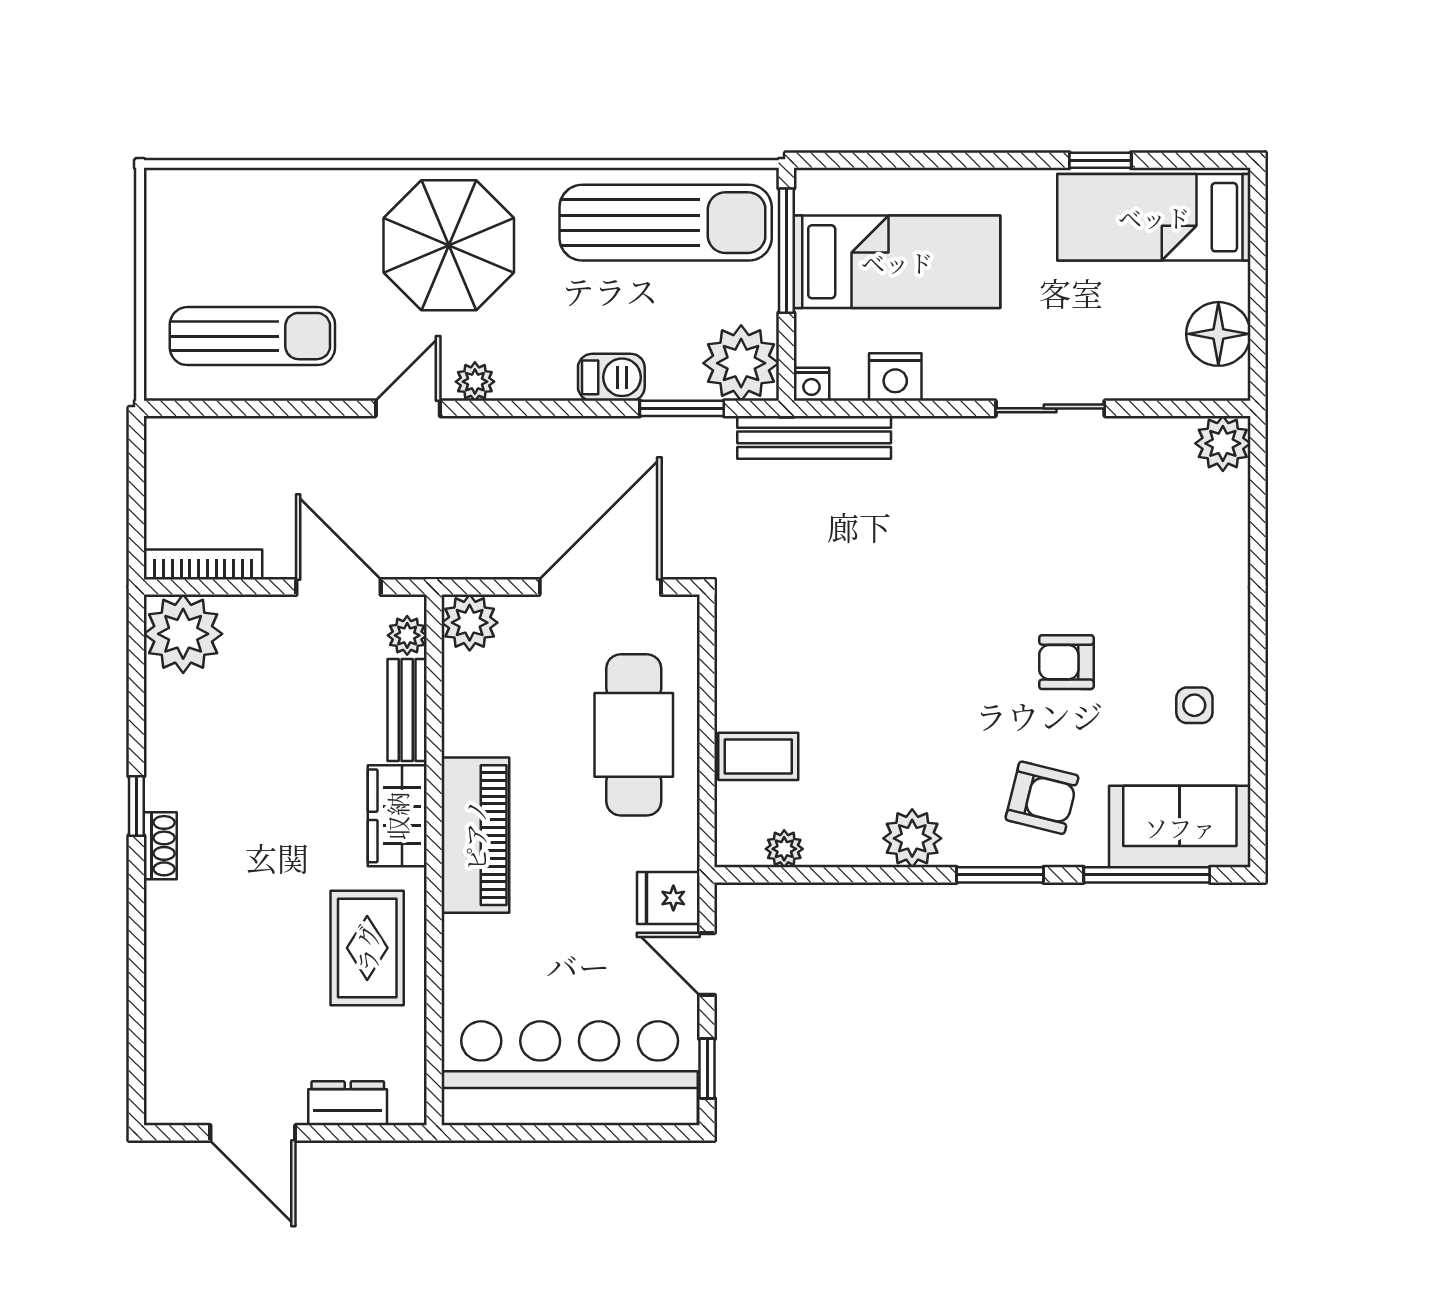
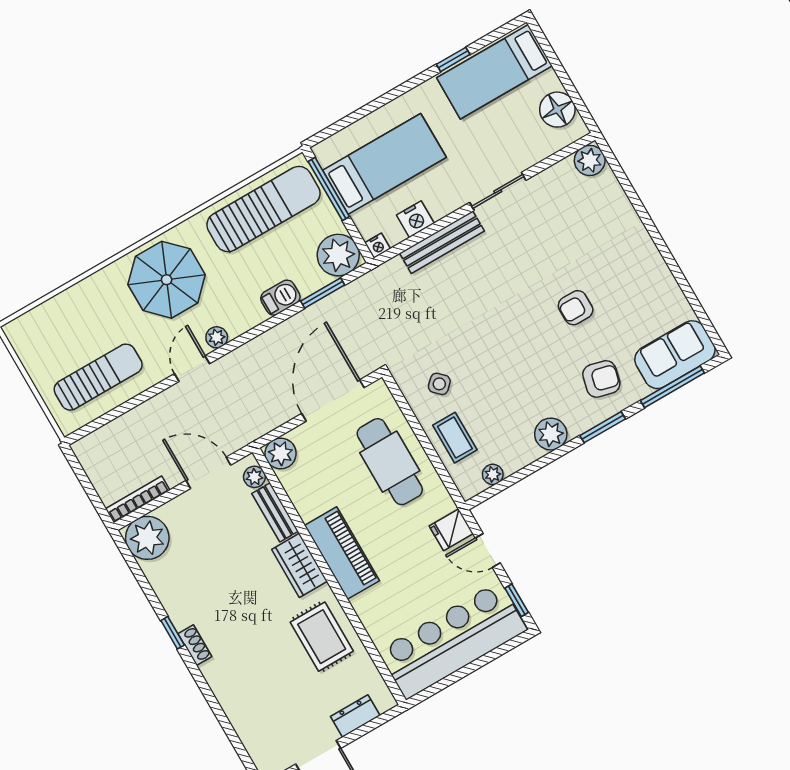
bench: (814, 437) -> (442, 242), moved
side table: (1194, 705) -> (439, 384), moved, turned 45
coffee table: (758, 756) -> (455, 438), turned 90

